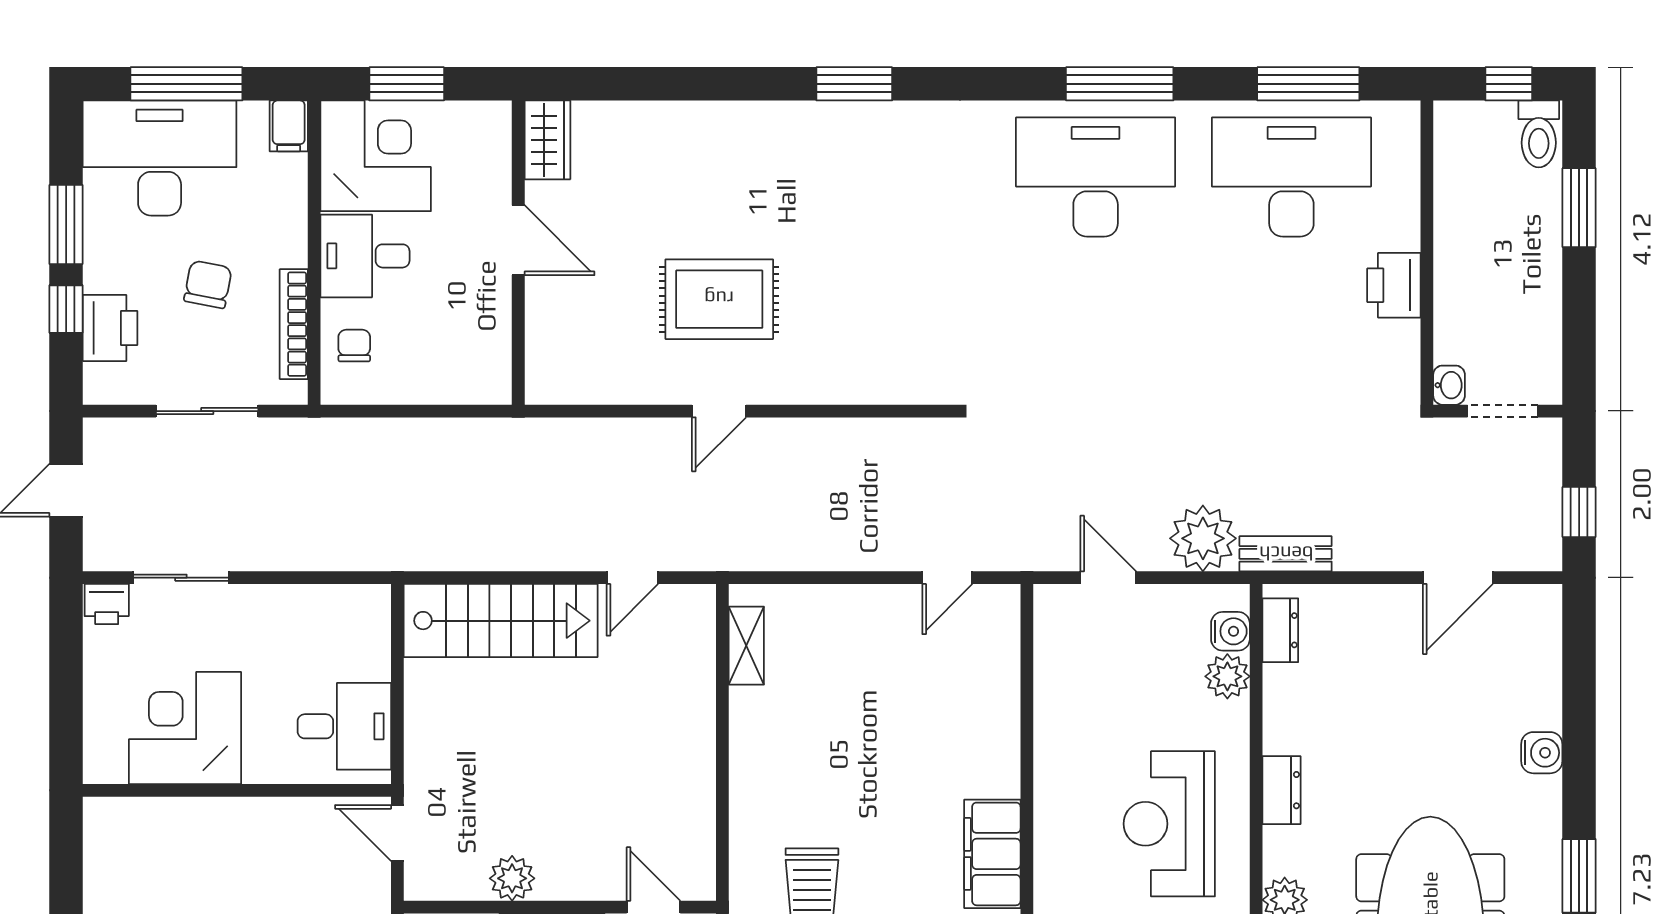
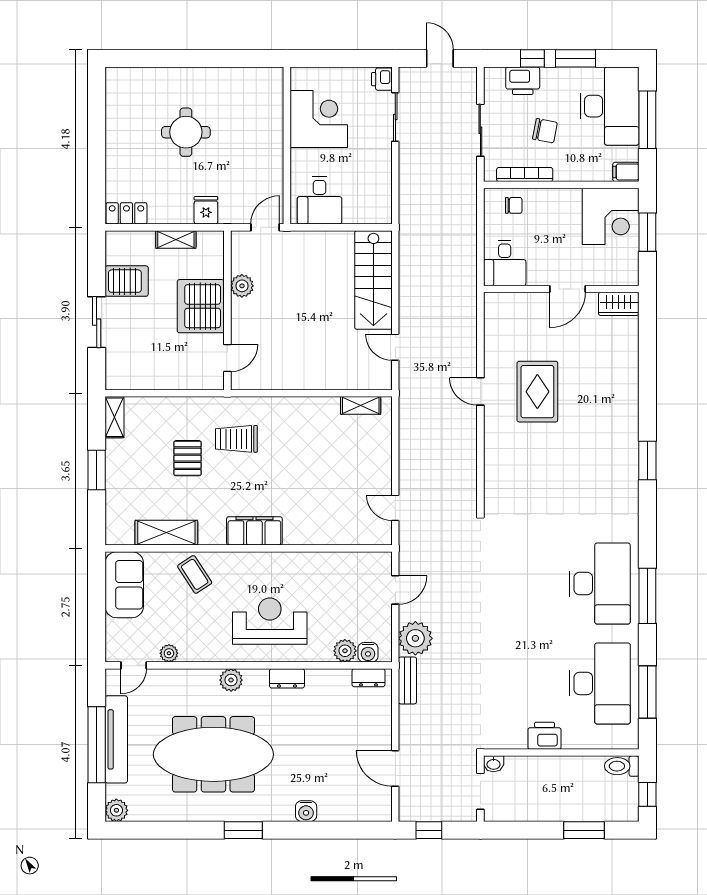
toilet: (1539, 134) -> (622, 766), moved
desk: (365, 256) -> (505, 263), moved, turned 180

